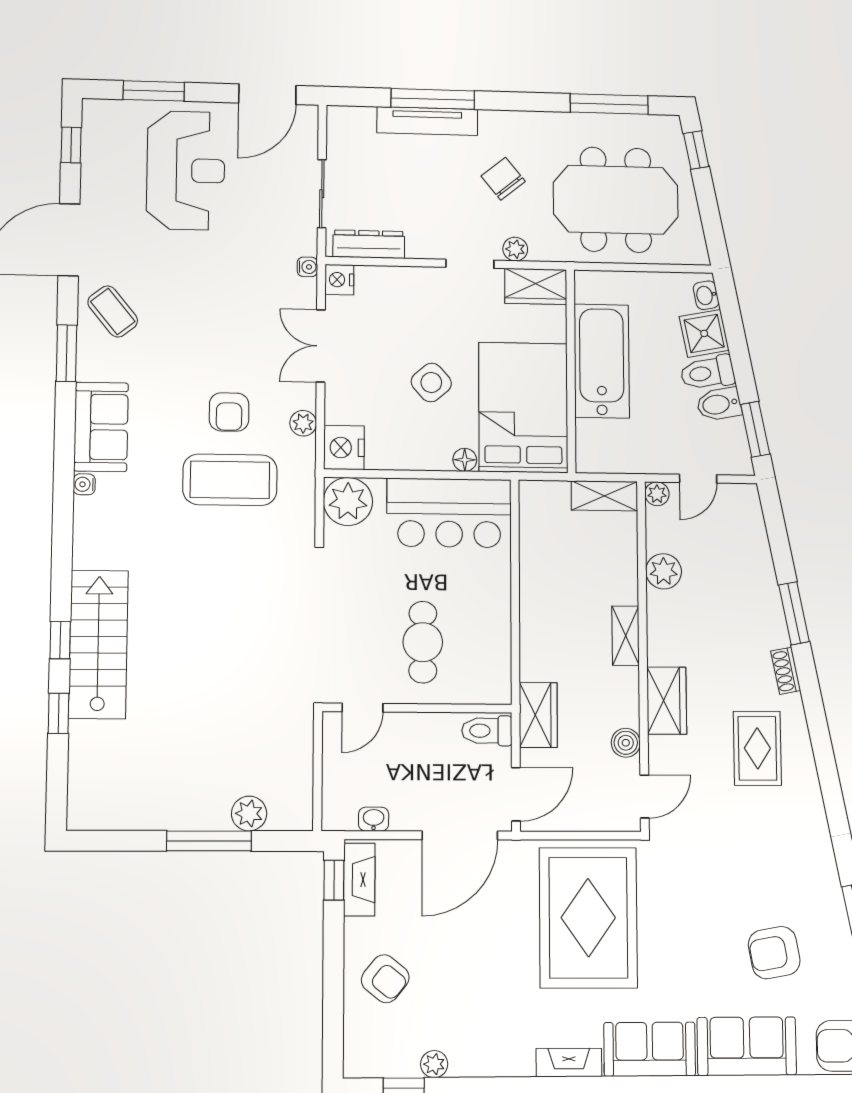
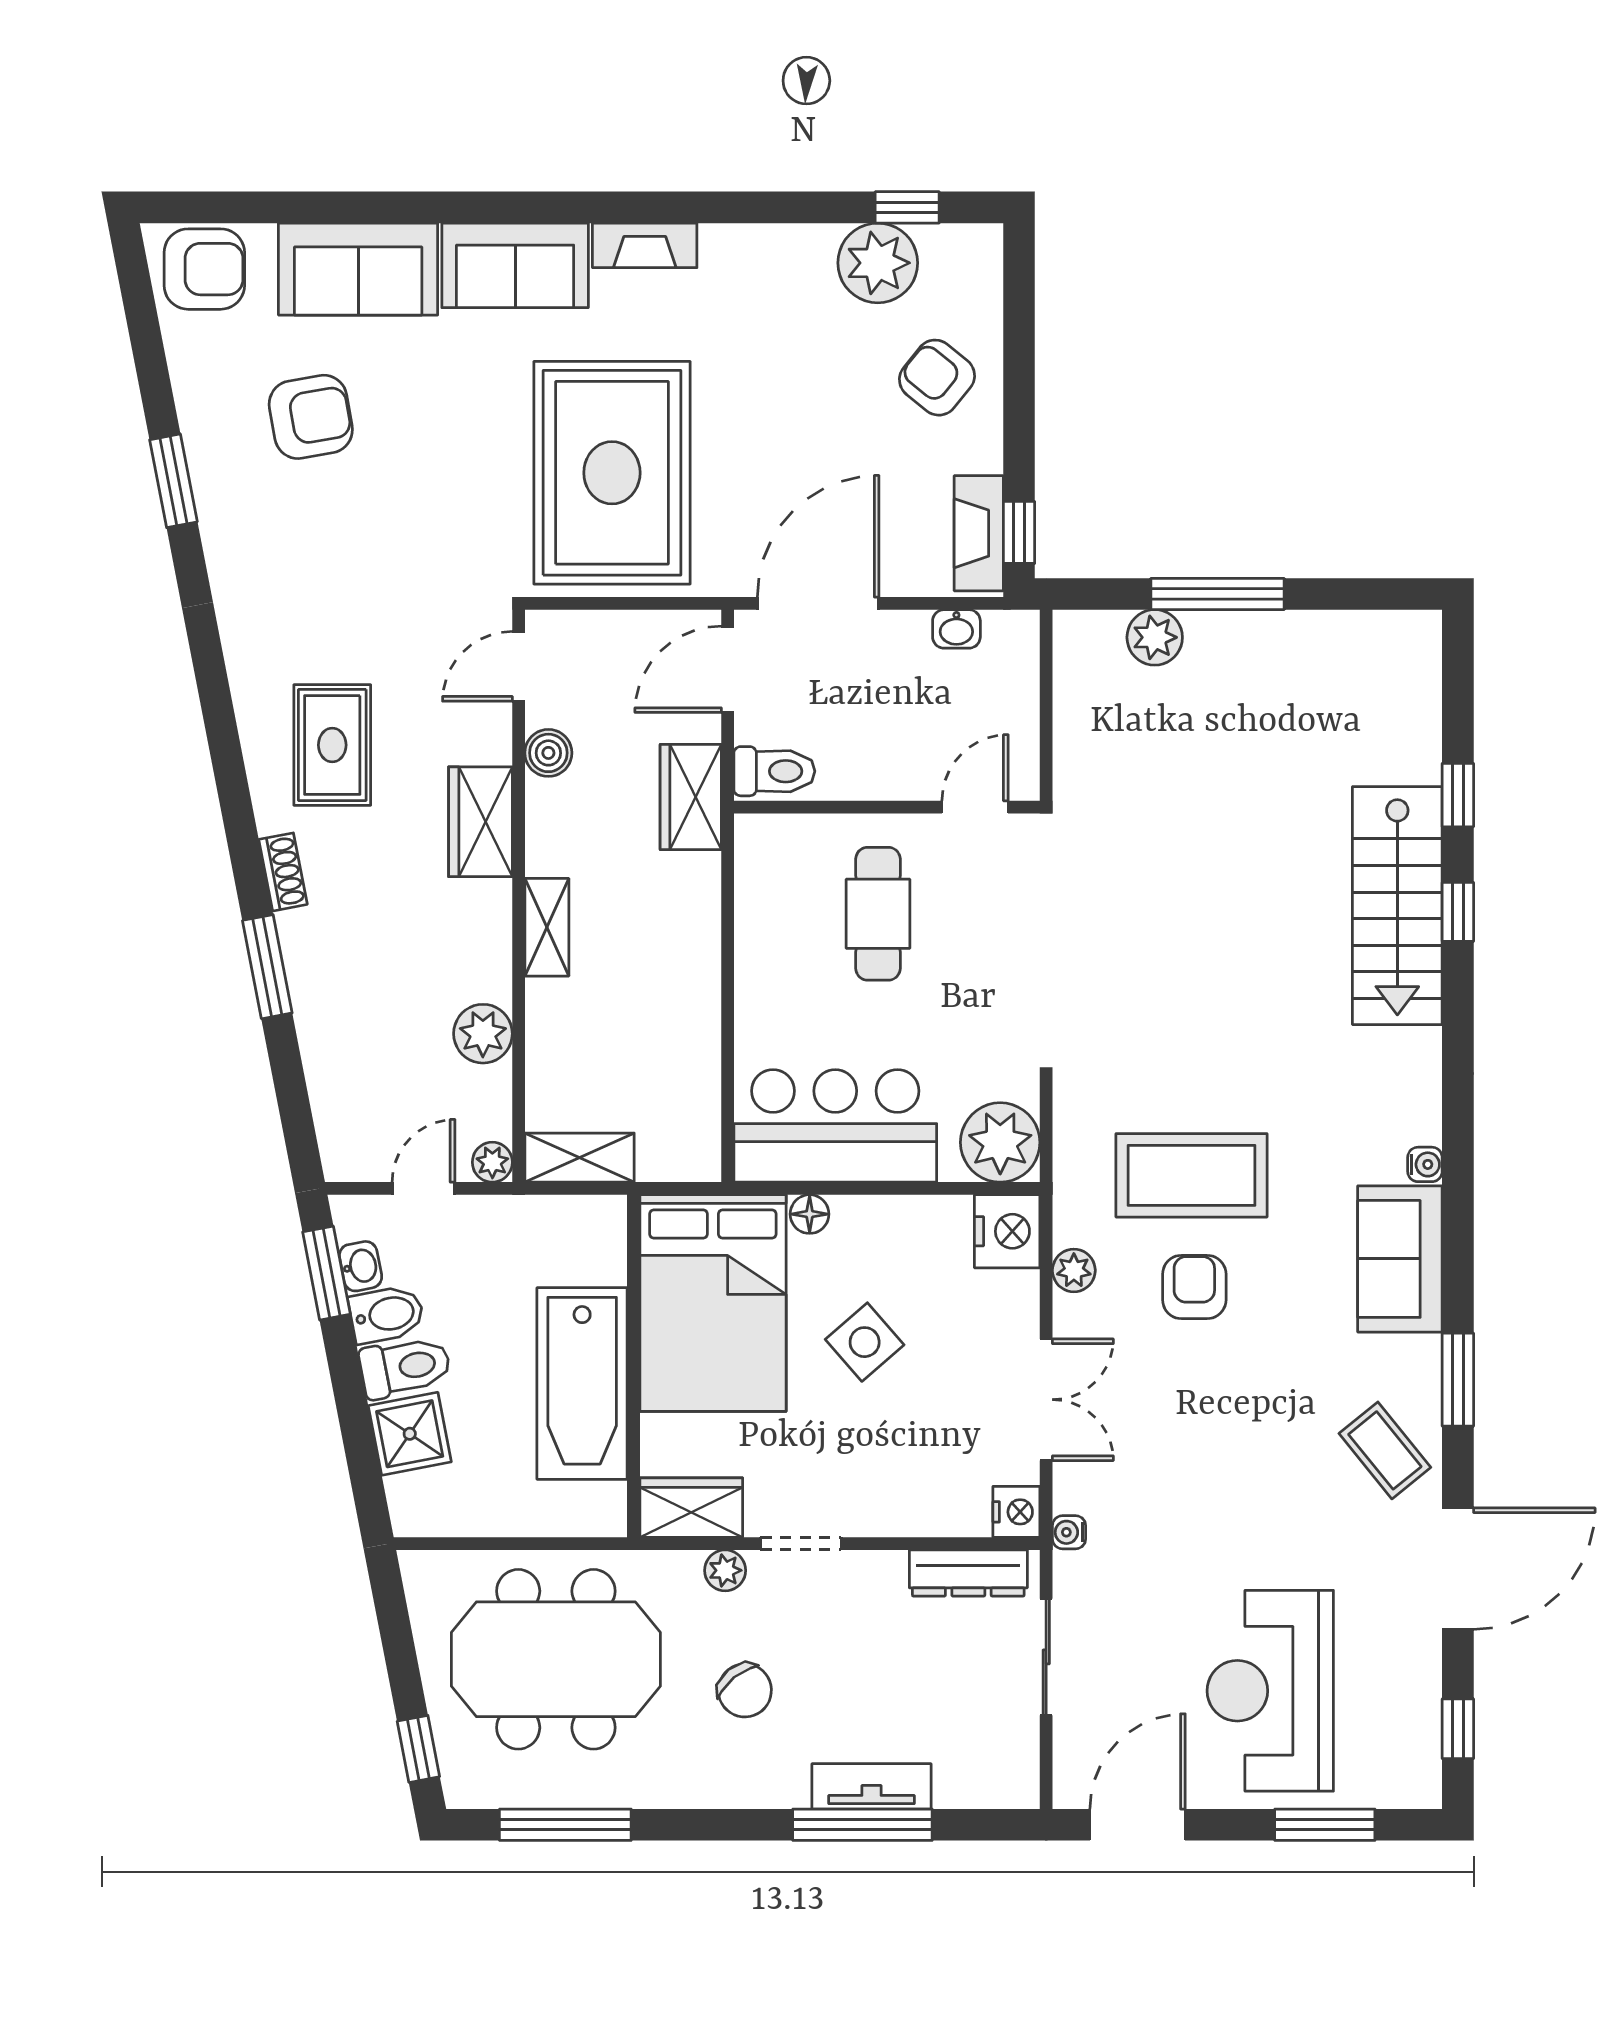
tv unit: (427, 121) -> (871, 1786), width x0.71
washbasin: (706, 295) -> (361, 1266), moved
plant: (434, 1064) -> (878, 263), width x1.87, depth x1.87

